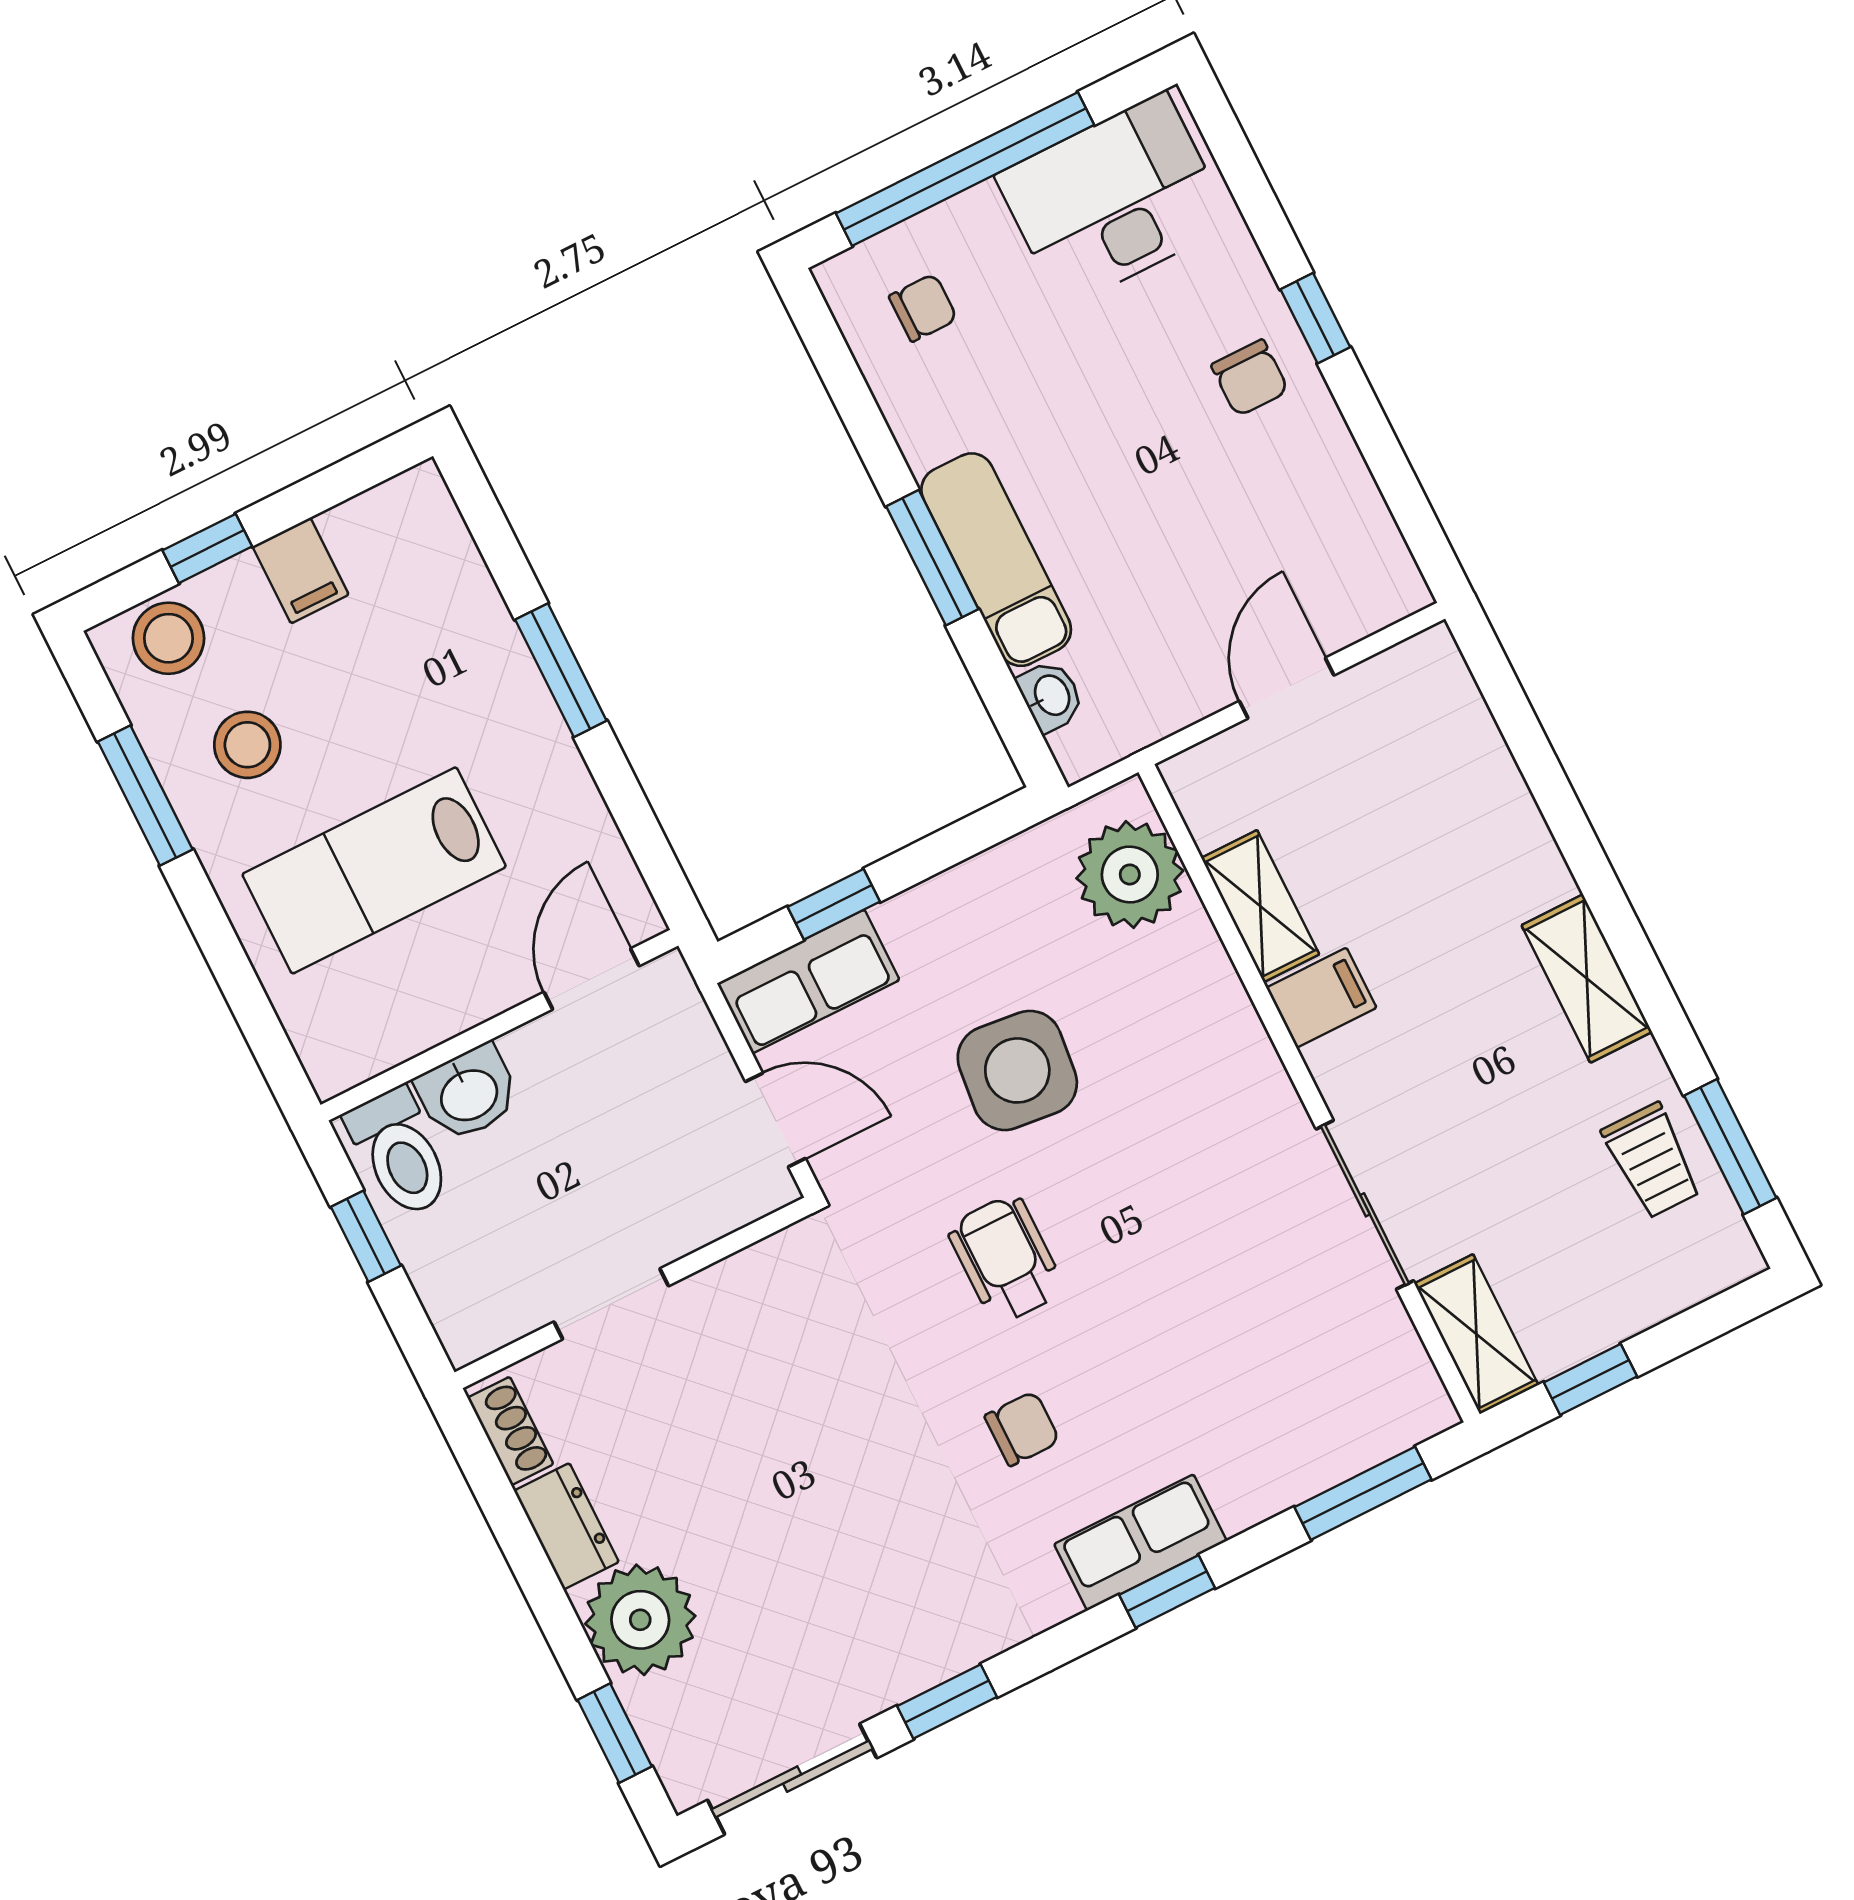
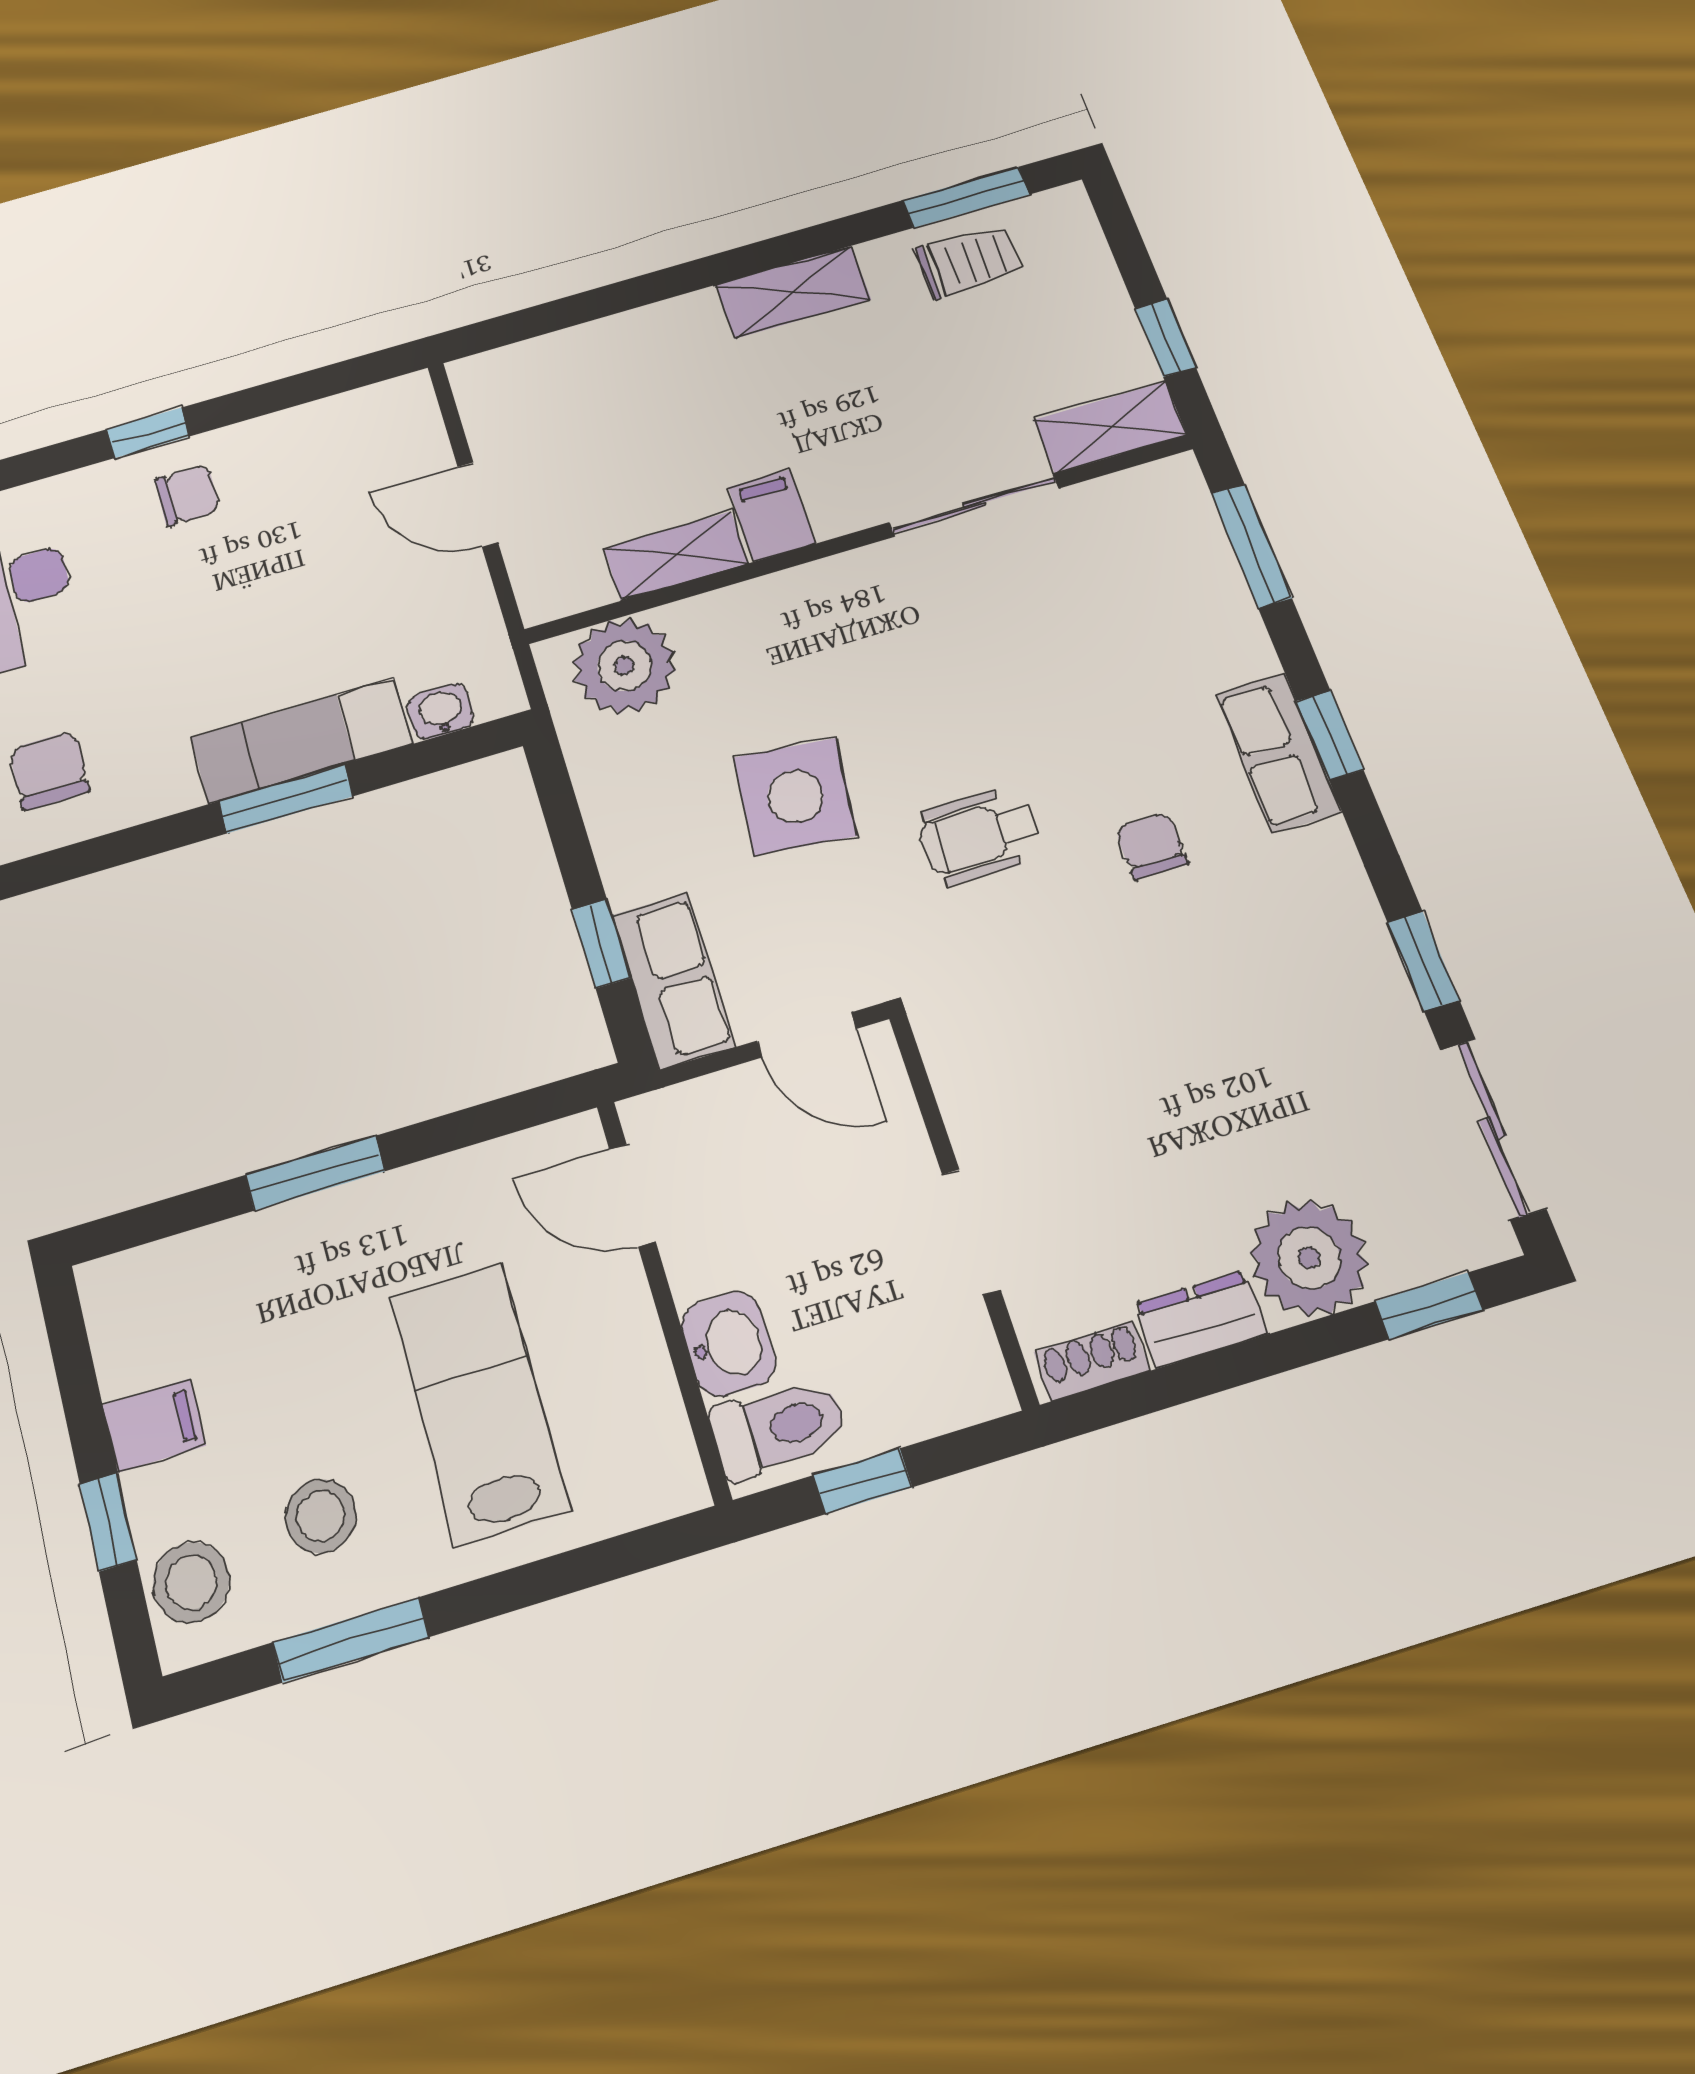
chair: (923, 308) -> (49, 770), width x1.37, depth x1.37
lab bench: (374, 870) -> (479, 1403), turned 180
door: (775, 1120) -> (807, 1035), swing flipped

